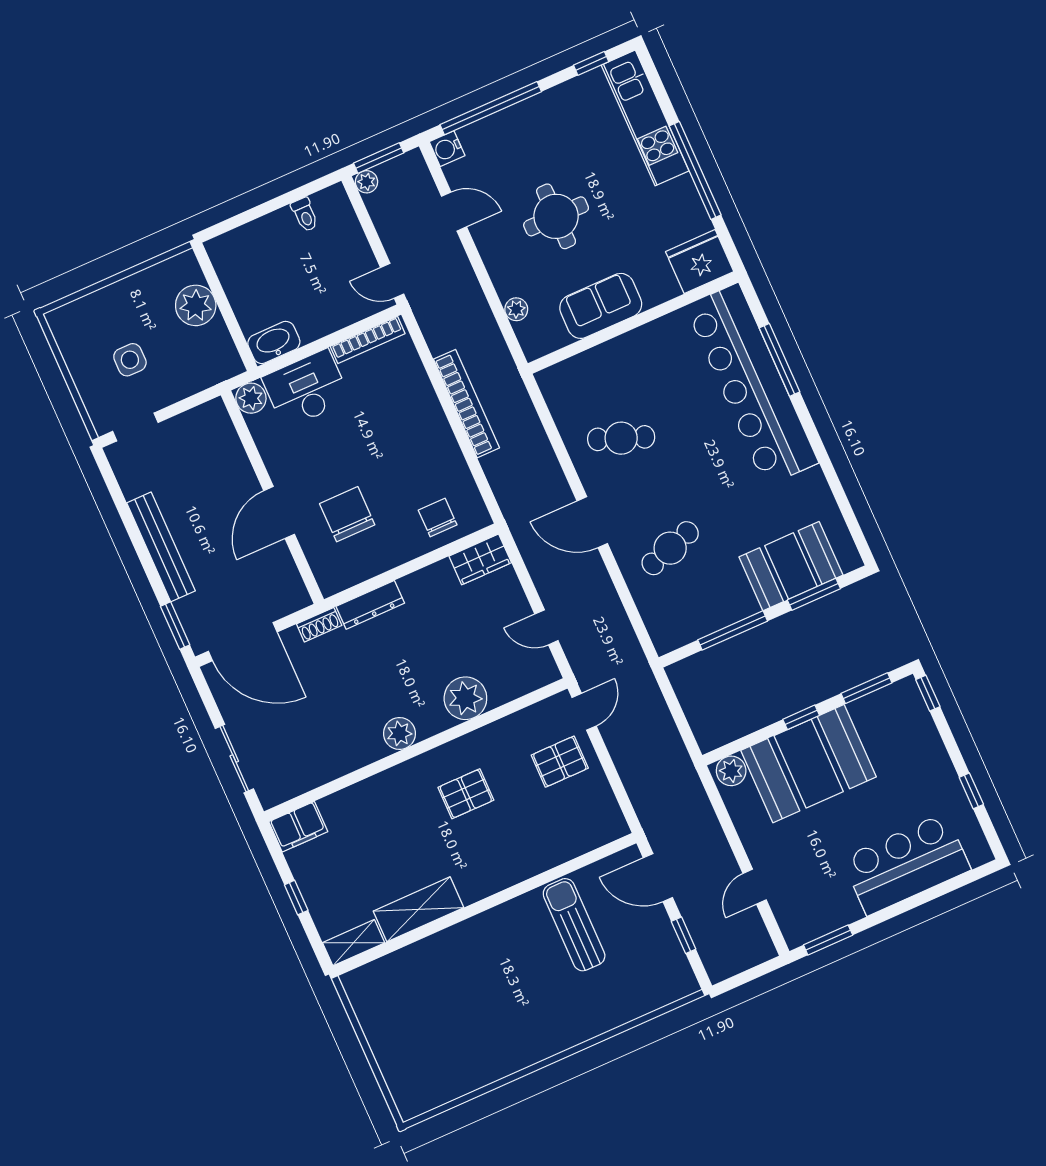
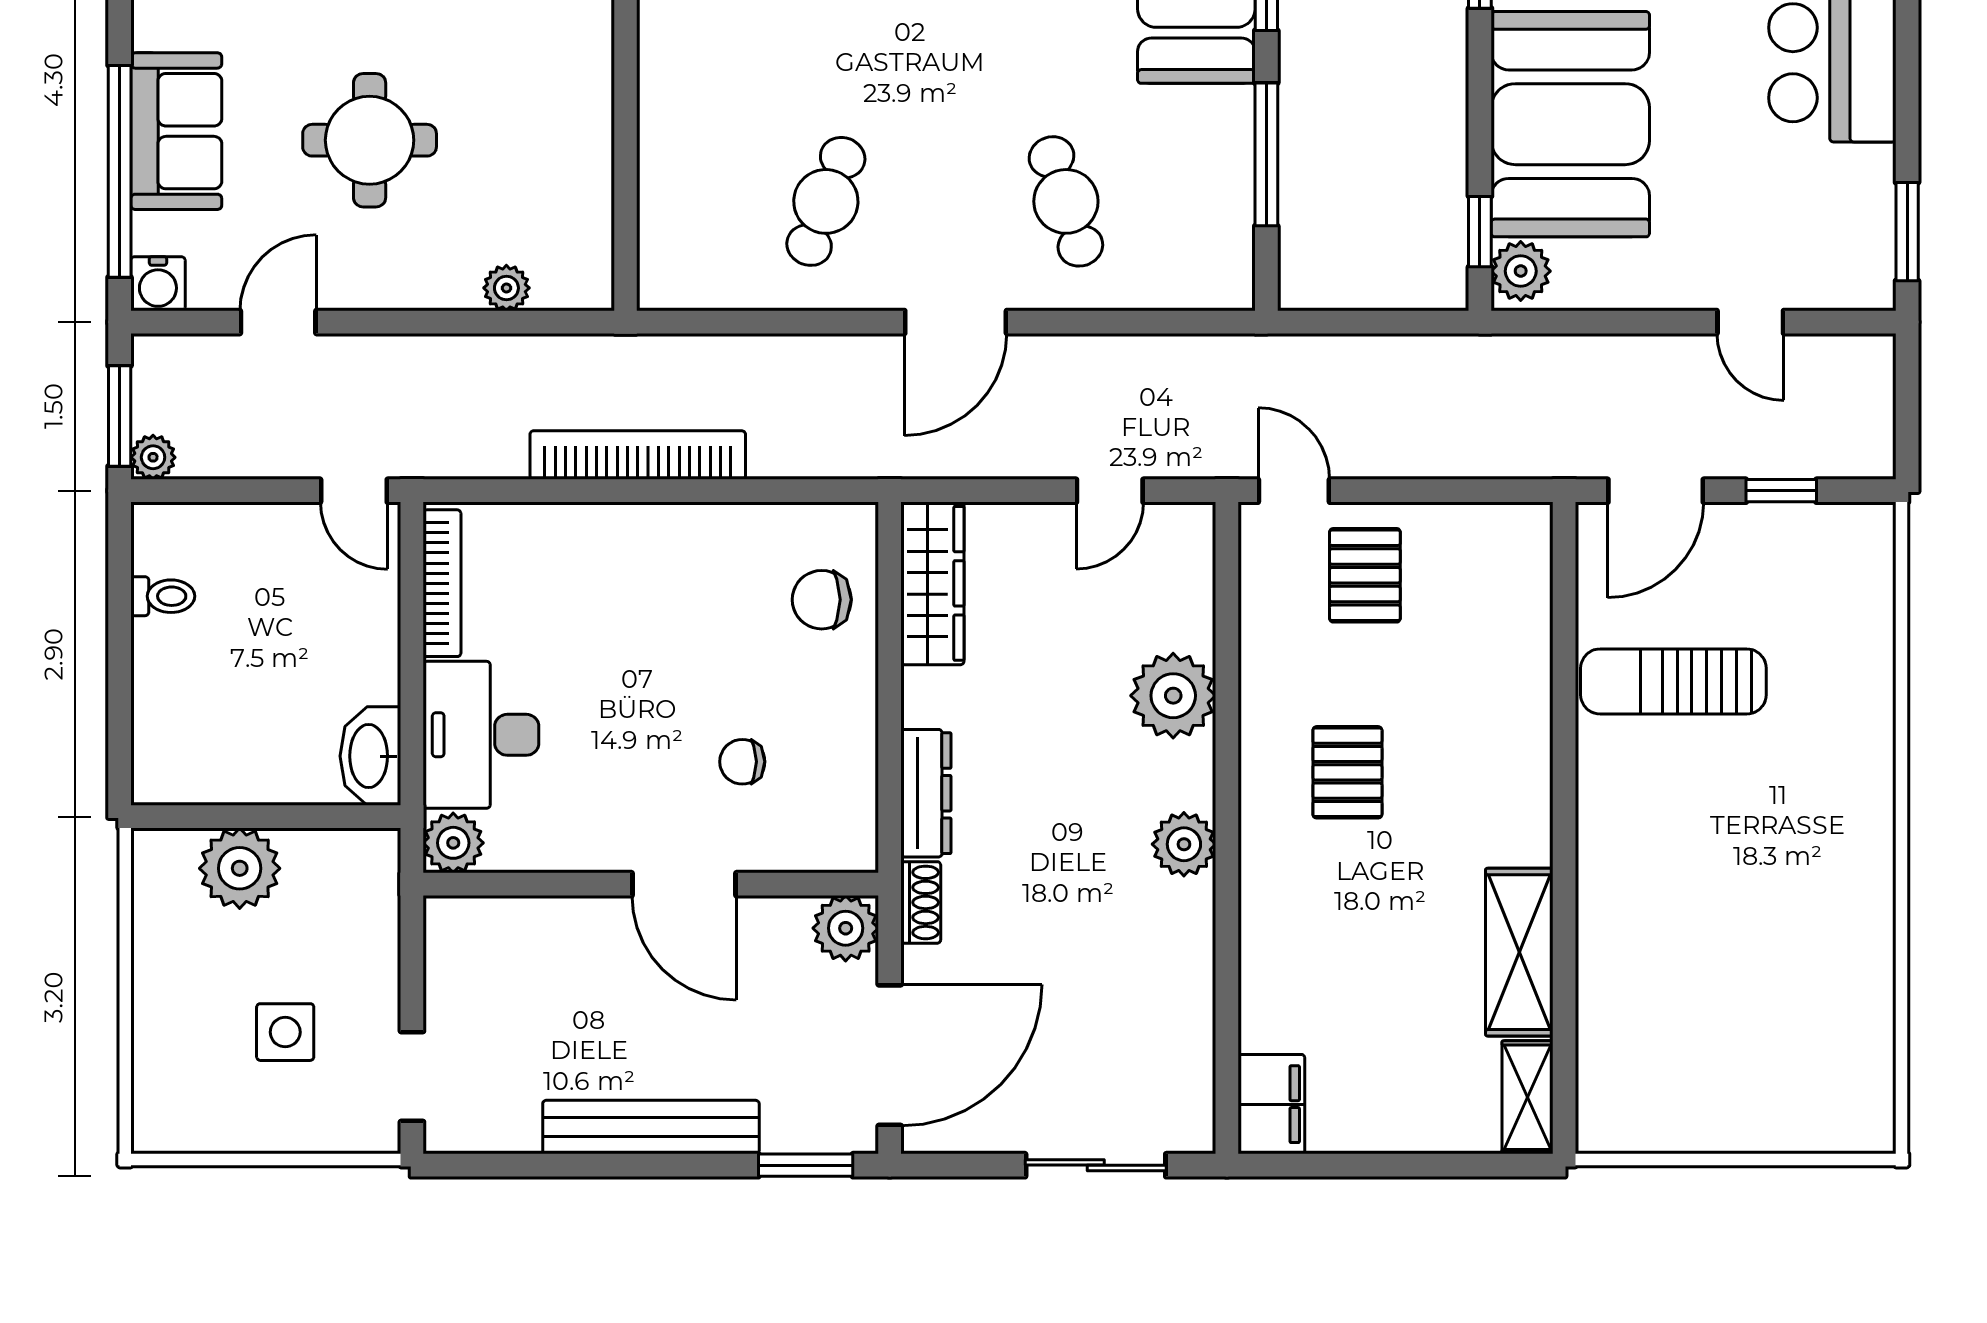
door: (392, 281) -> (354, 491), hinge flipped
sofa: (601, 306) -> (176, 131), moved, turned 180
chair: (347, 514) -> (742, 762), width x0.54, depth x0.54
wardrobe: (480, 559) -> (932, 583), width x1.50
plant: (292, 596) -> (846, 928), added
window: (801, 717) -> (1480, 232), moved
window: (296, 898) -> (1399, 1165), removed

